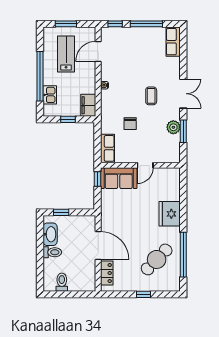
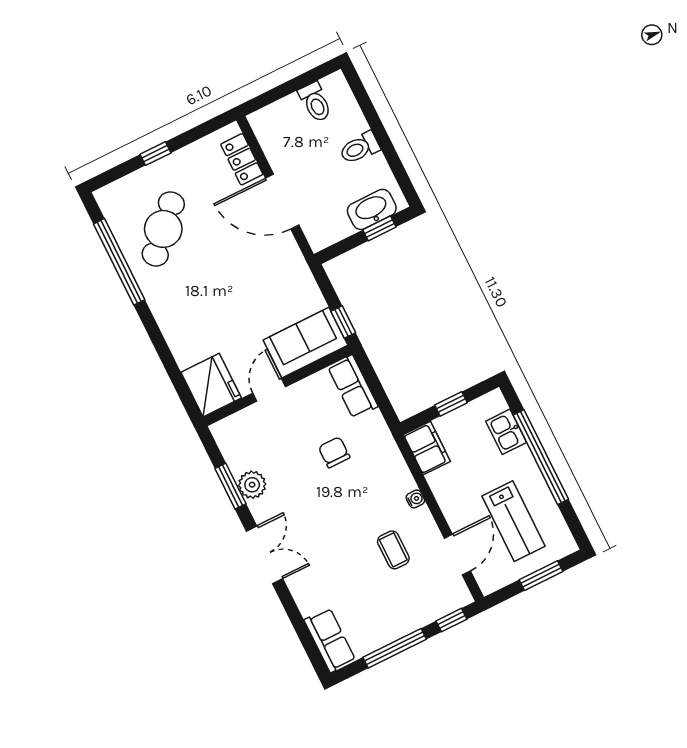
double door: (183, 94) -> (265, 555), swing flipped
coffee table: (151, 96) -> (393, 550), moved
fridge: (170, 214) -> (211, 385), moved
washbasin: (50, 234) -> (372, 209), moved, turned 90

